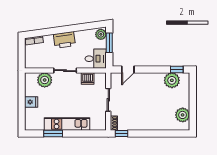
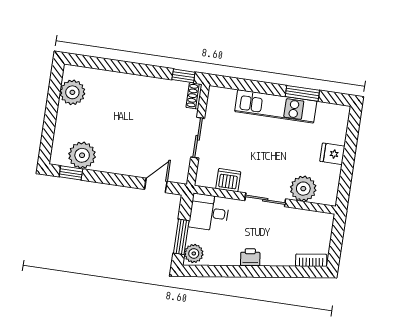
printer: (64, 40) -> (250, 257), width x0.53, depth x0.68

